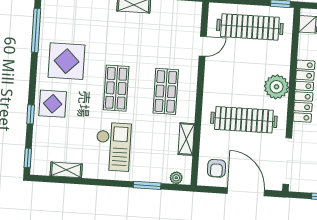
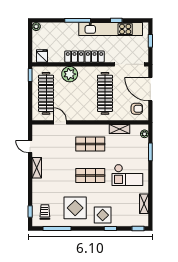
trolley: (63, 13) -> (45, 212), added
plant: (276, 87) -> (70, 74), moved
checkout: (113, 147) -> (127, 175), turned 180
door: (246, 192) -> (150, 89), hinge flipped

